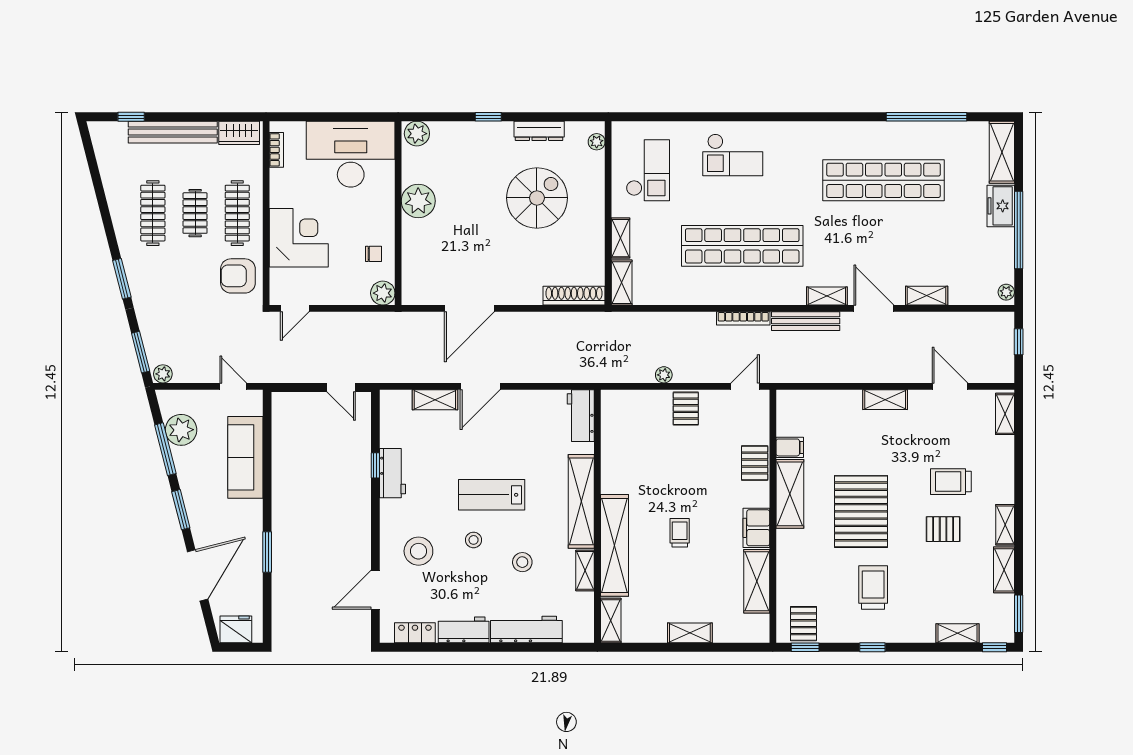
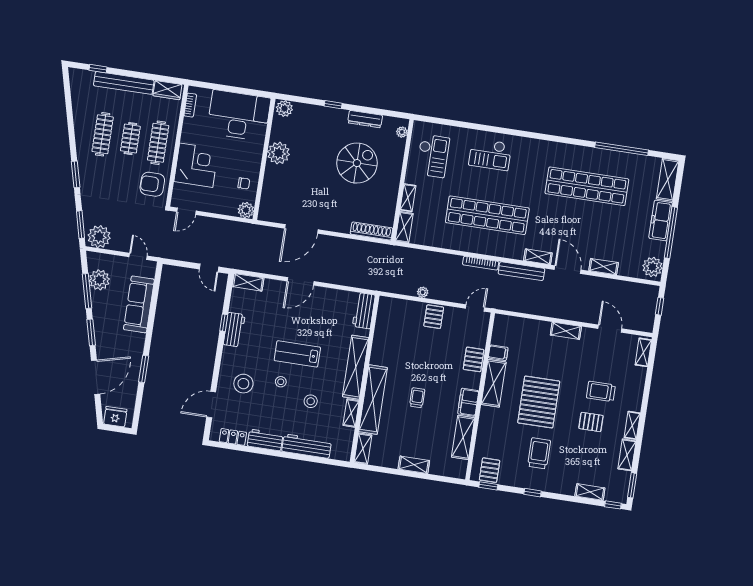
freezer: (1001, 206) -> (661, 220), width x1.40
plant: (1006, 292) -> (652, 267), width x1.87, depth x1.87
plant: (163, 374) -> (99, 237), width x1.87, depth x1.87
shelving: (435, 400) -> (248, 282), moved

